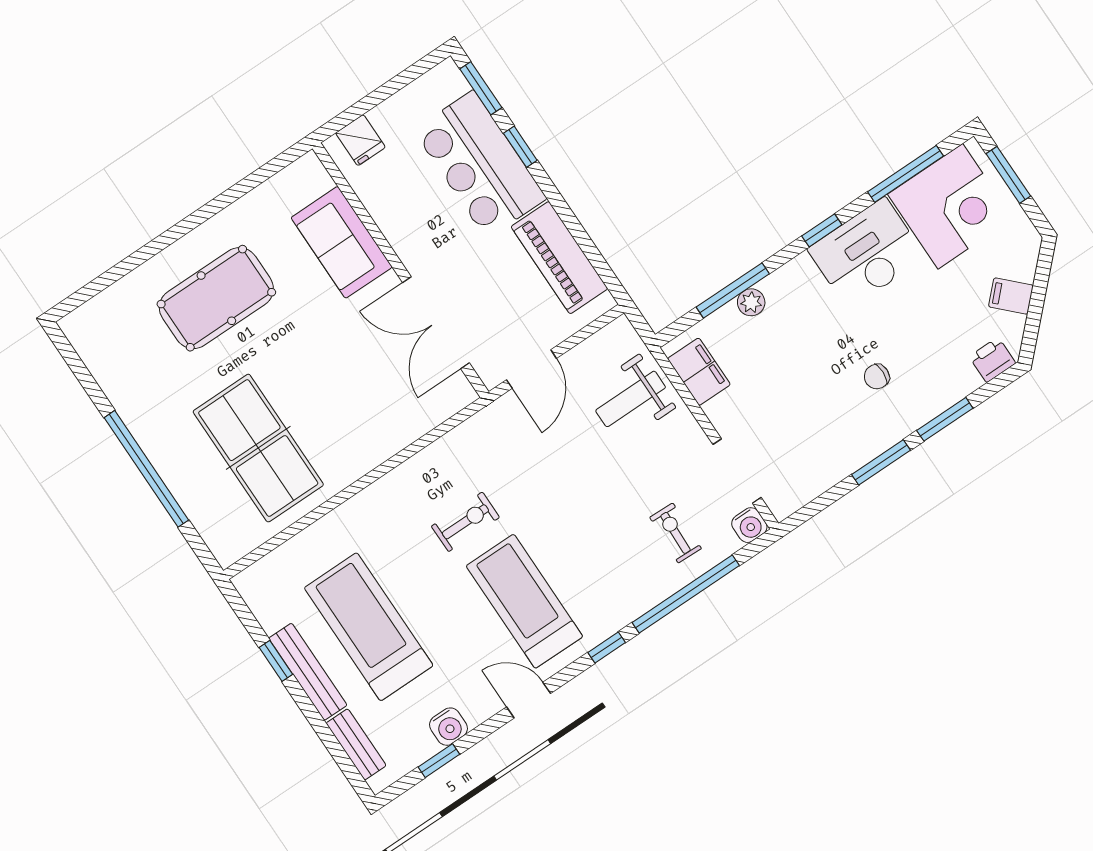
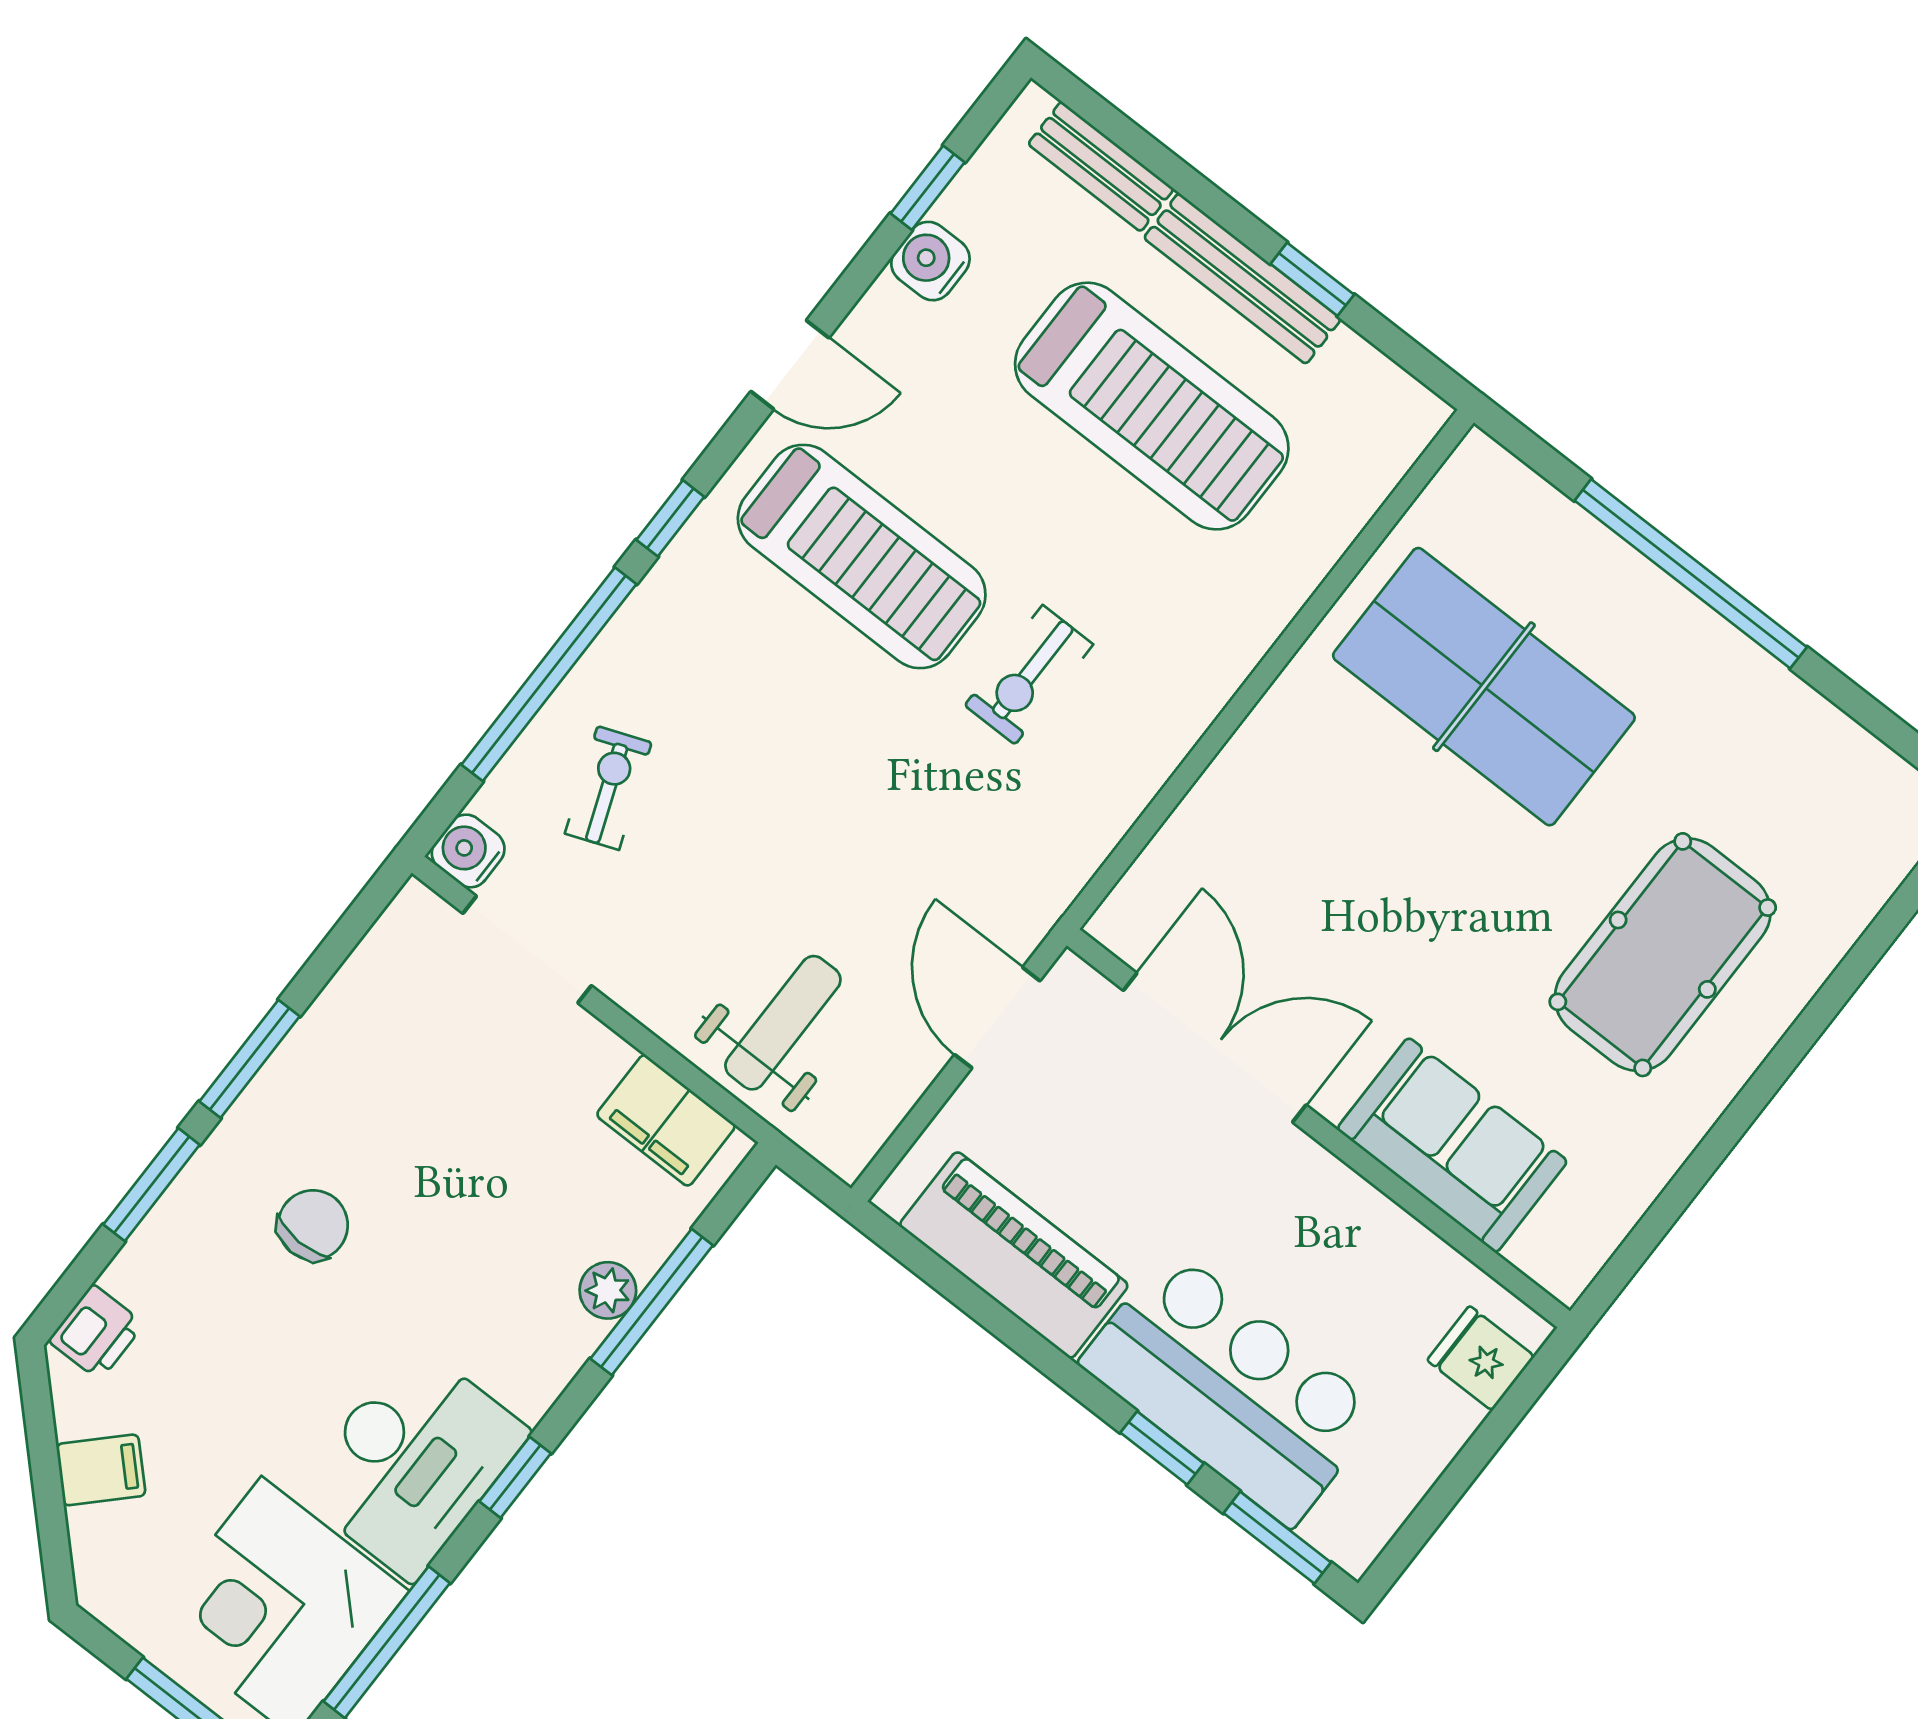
chair: (877, 377) -> (313, 1225), width x1.37, depth x1.37
exercise bike: (676, 533) -> (608, 788), turned -113

